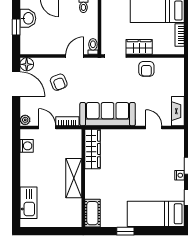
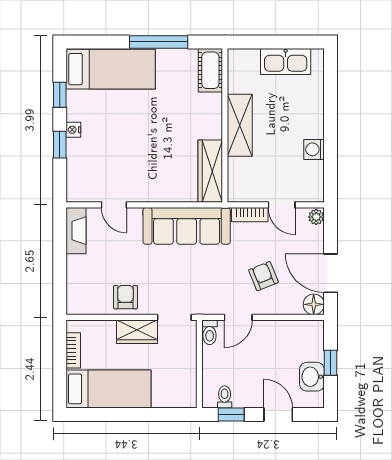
washing machine: (27, 146) -> (314, 149), moved
kitchen sink: (28, 203) -> (286, 61), moved, turned -90
window: (125, 231) -> (159, 42), width x2.17

